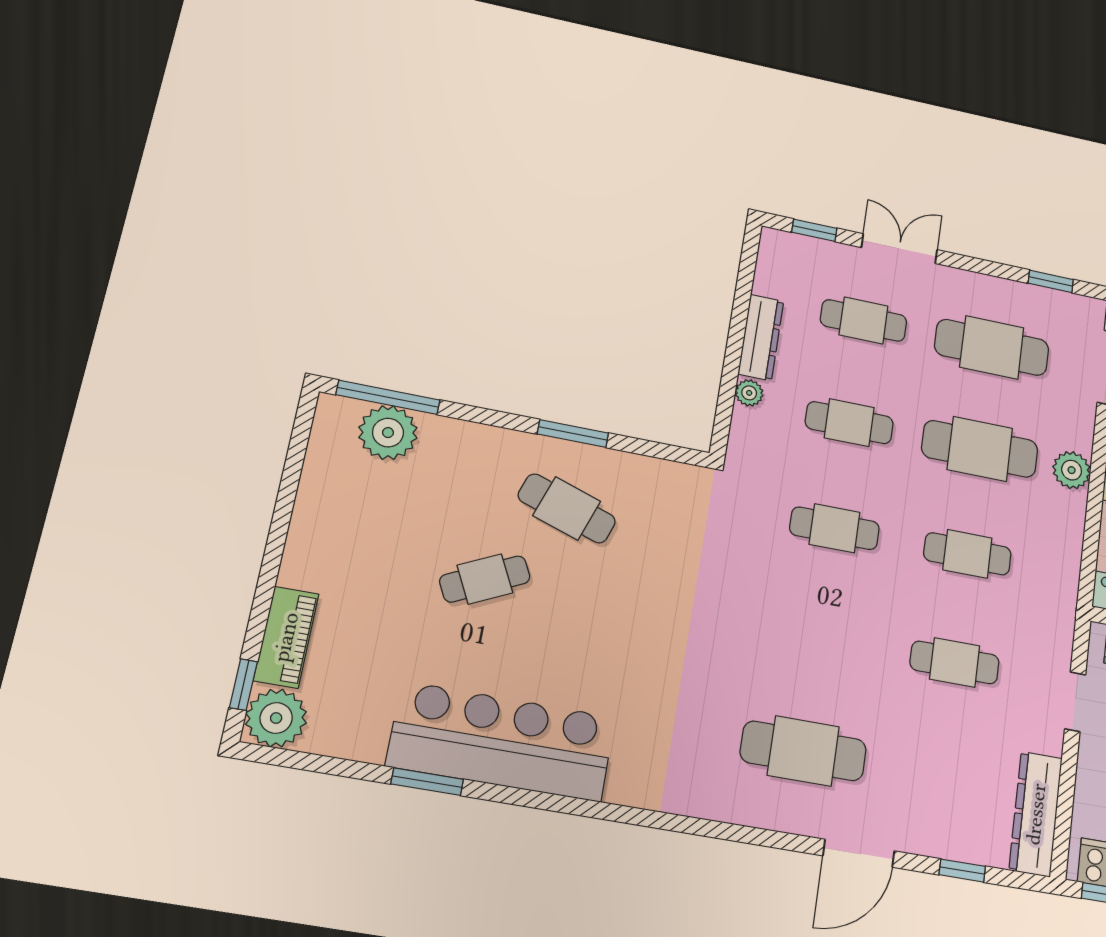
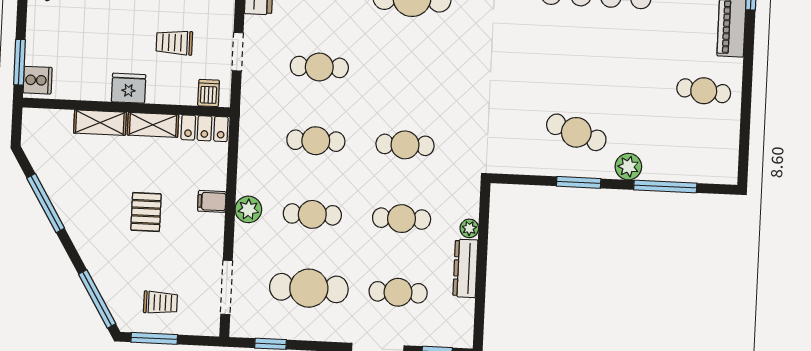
window: (388, 397) -> (665, 186), moved
plant: (388, 433) -> (628, 167), moved, width x0.73, depth x0.73
cafe table: (980, 449) -> (312, 214), width x0.73, depth x0.74
cafe table: (485, 579) -> (704, 91), moved, turned 32

